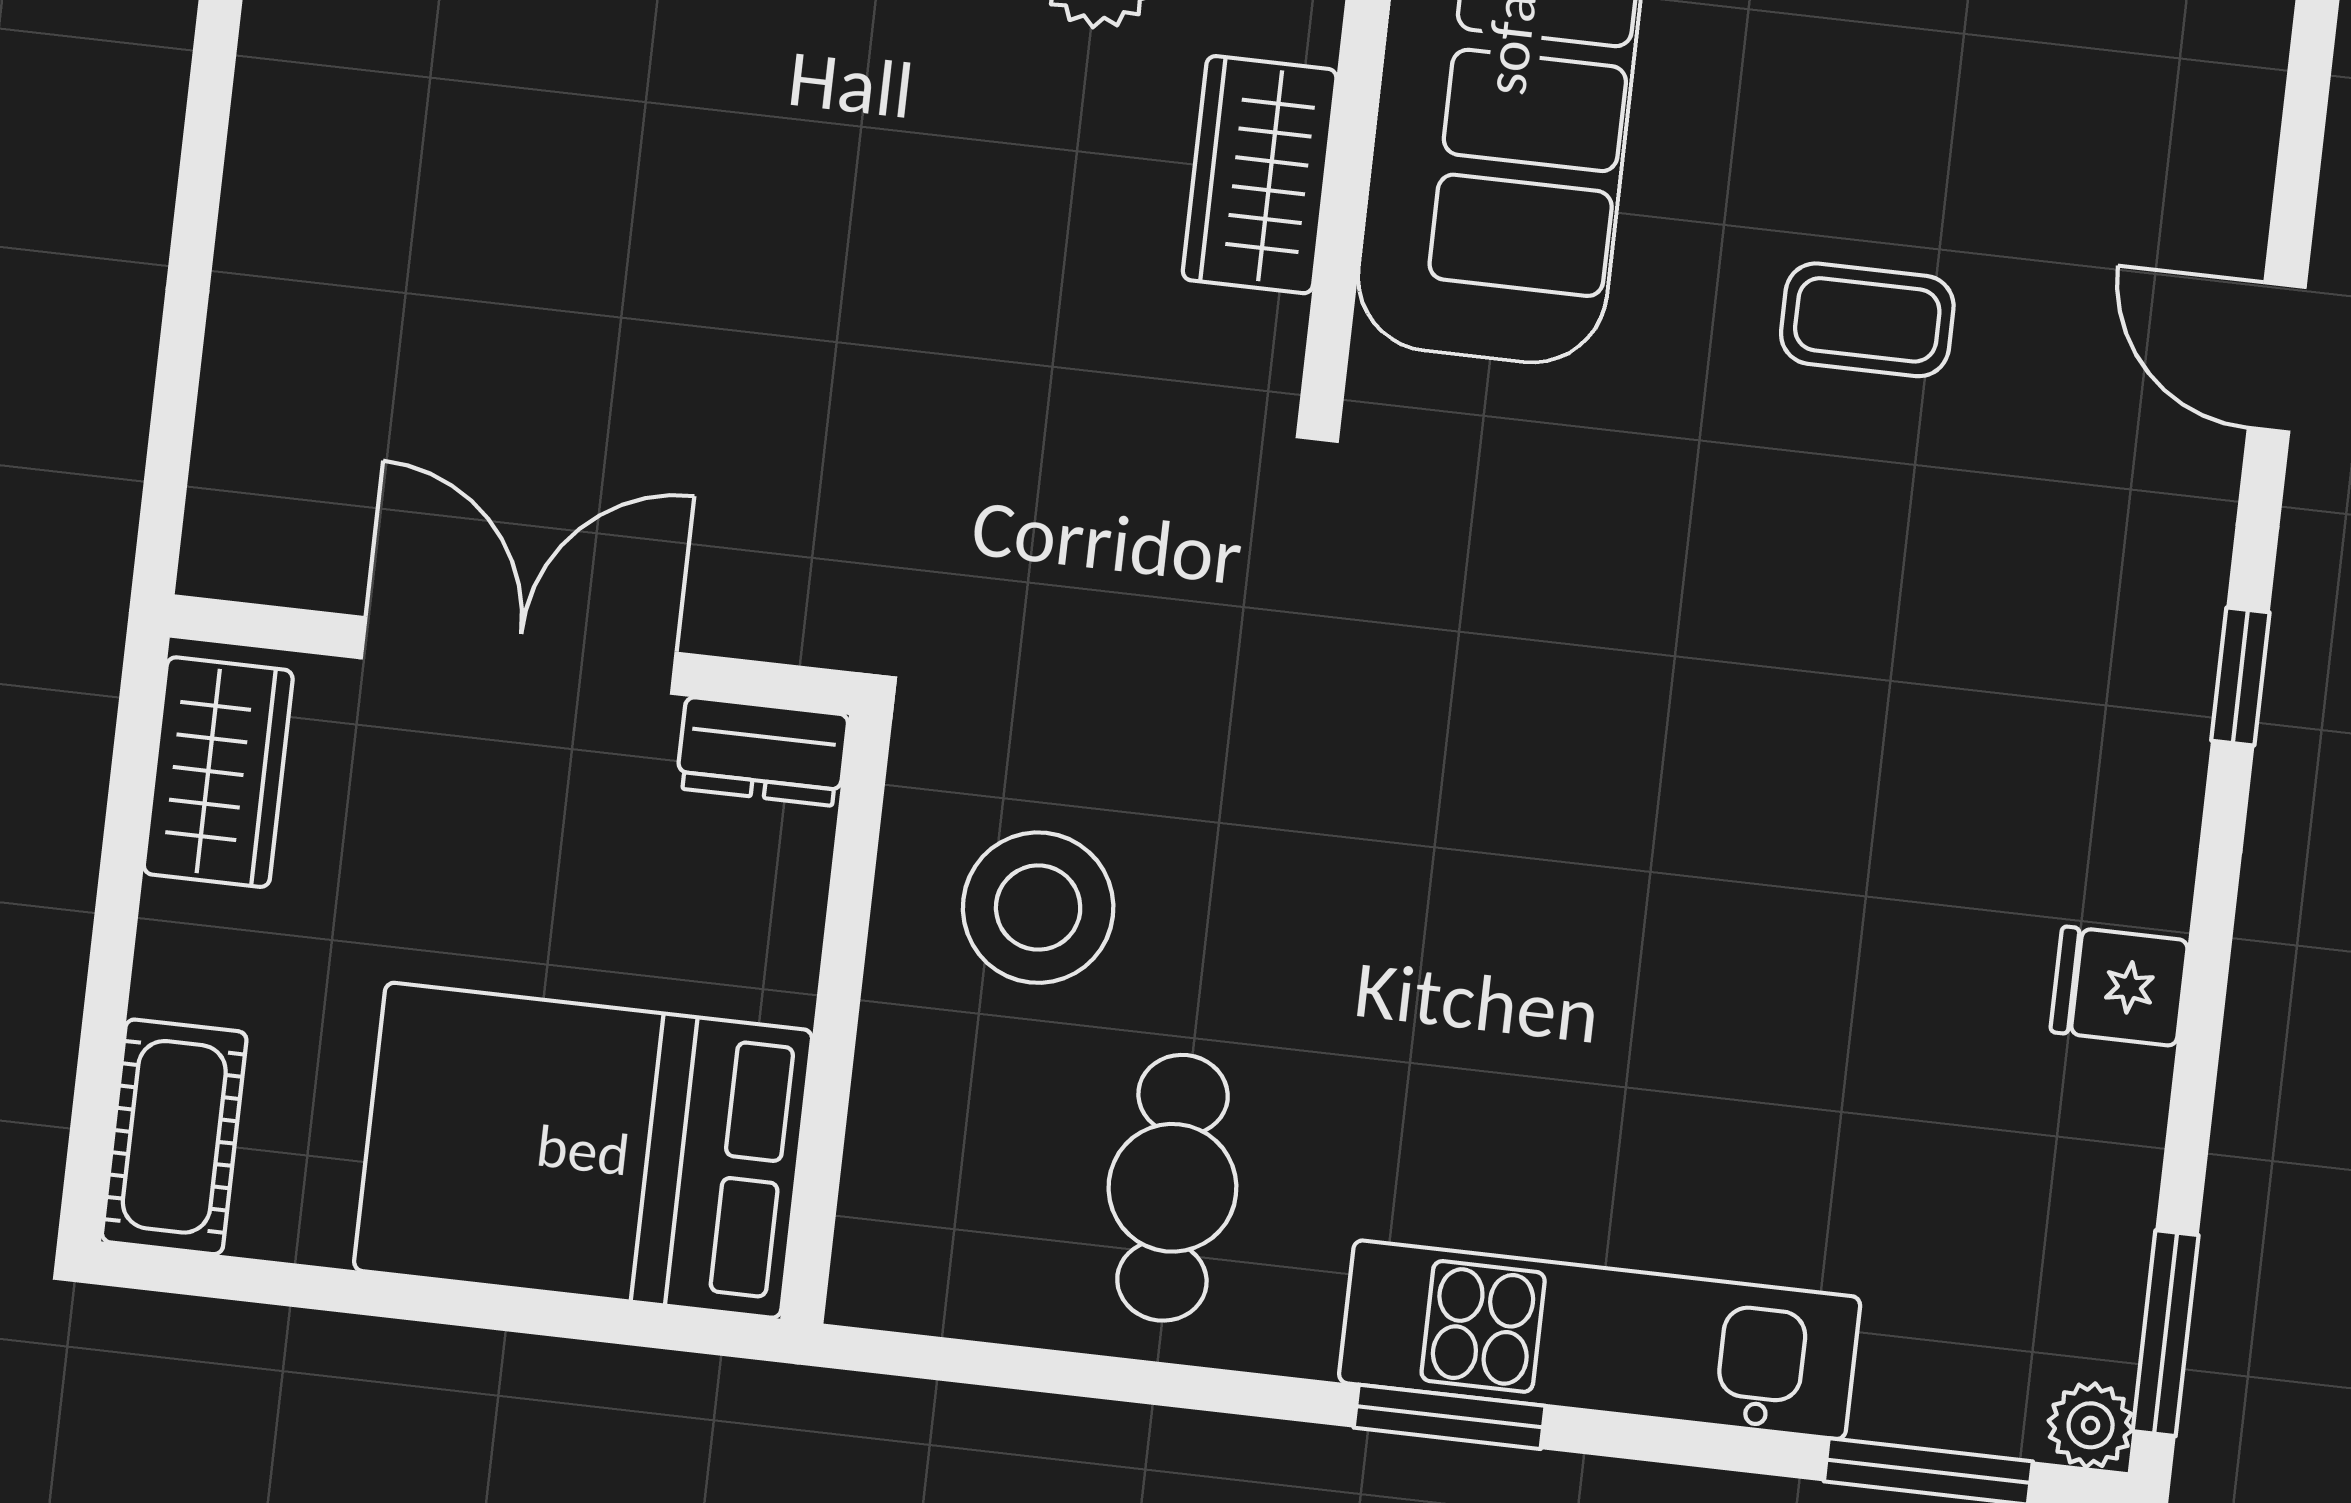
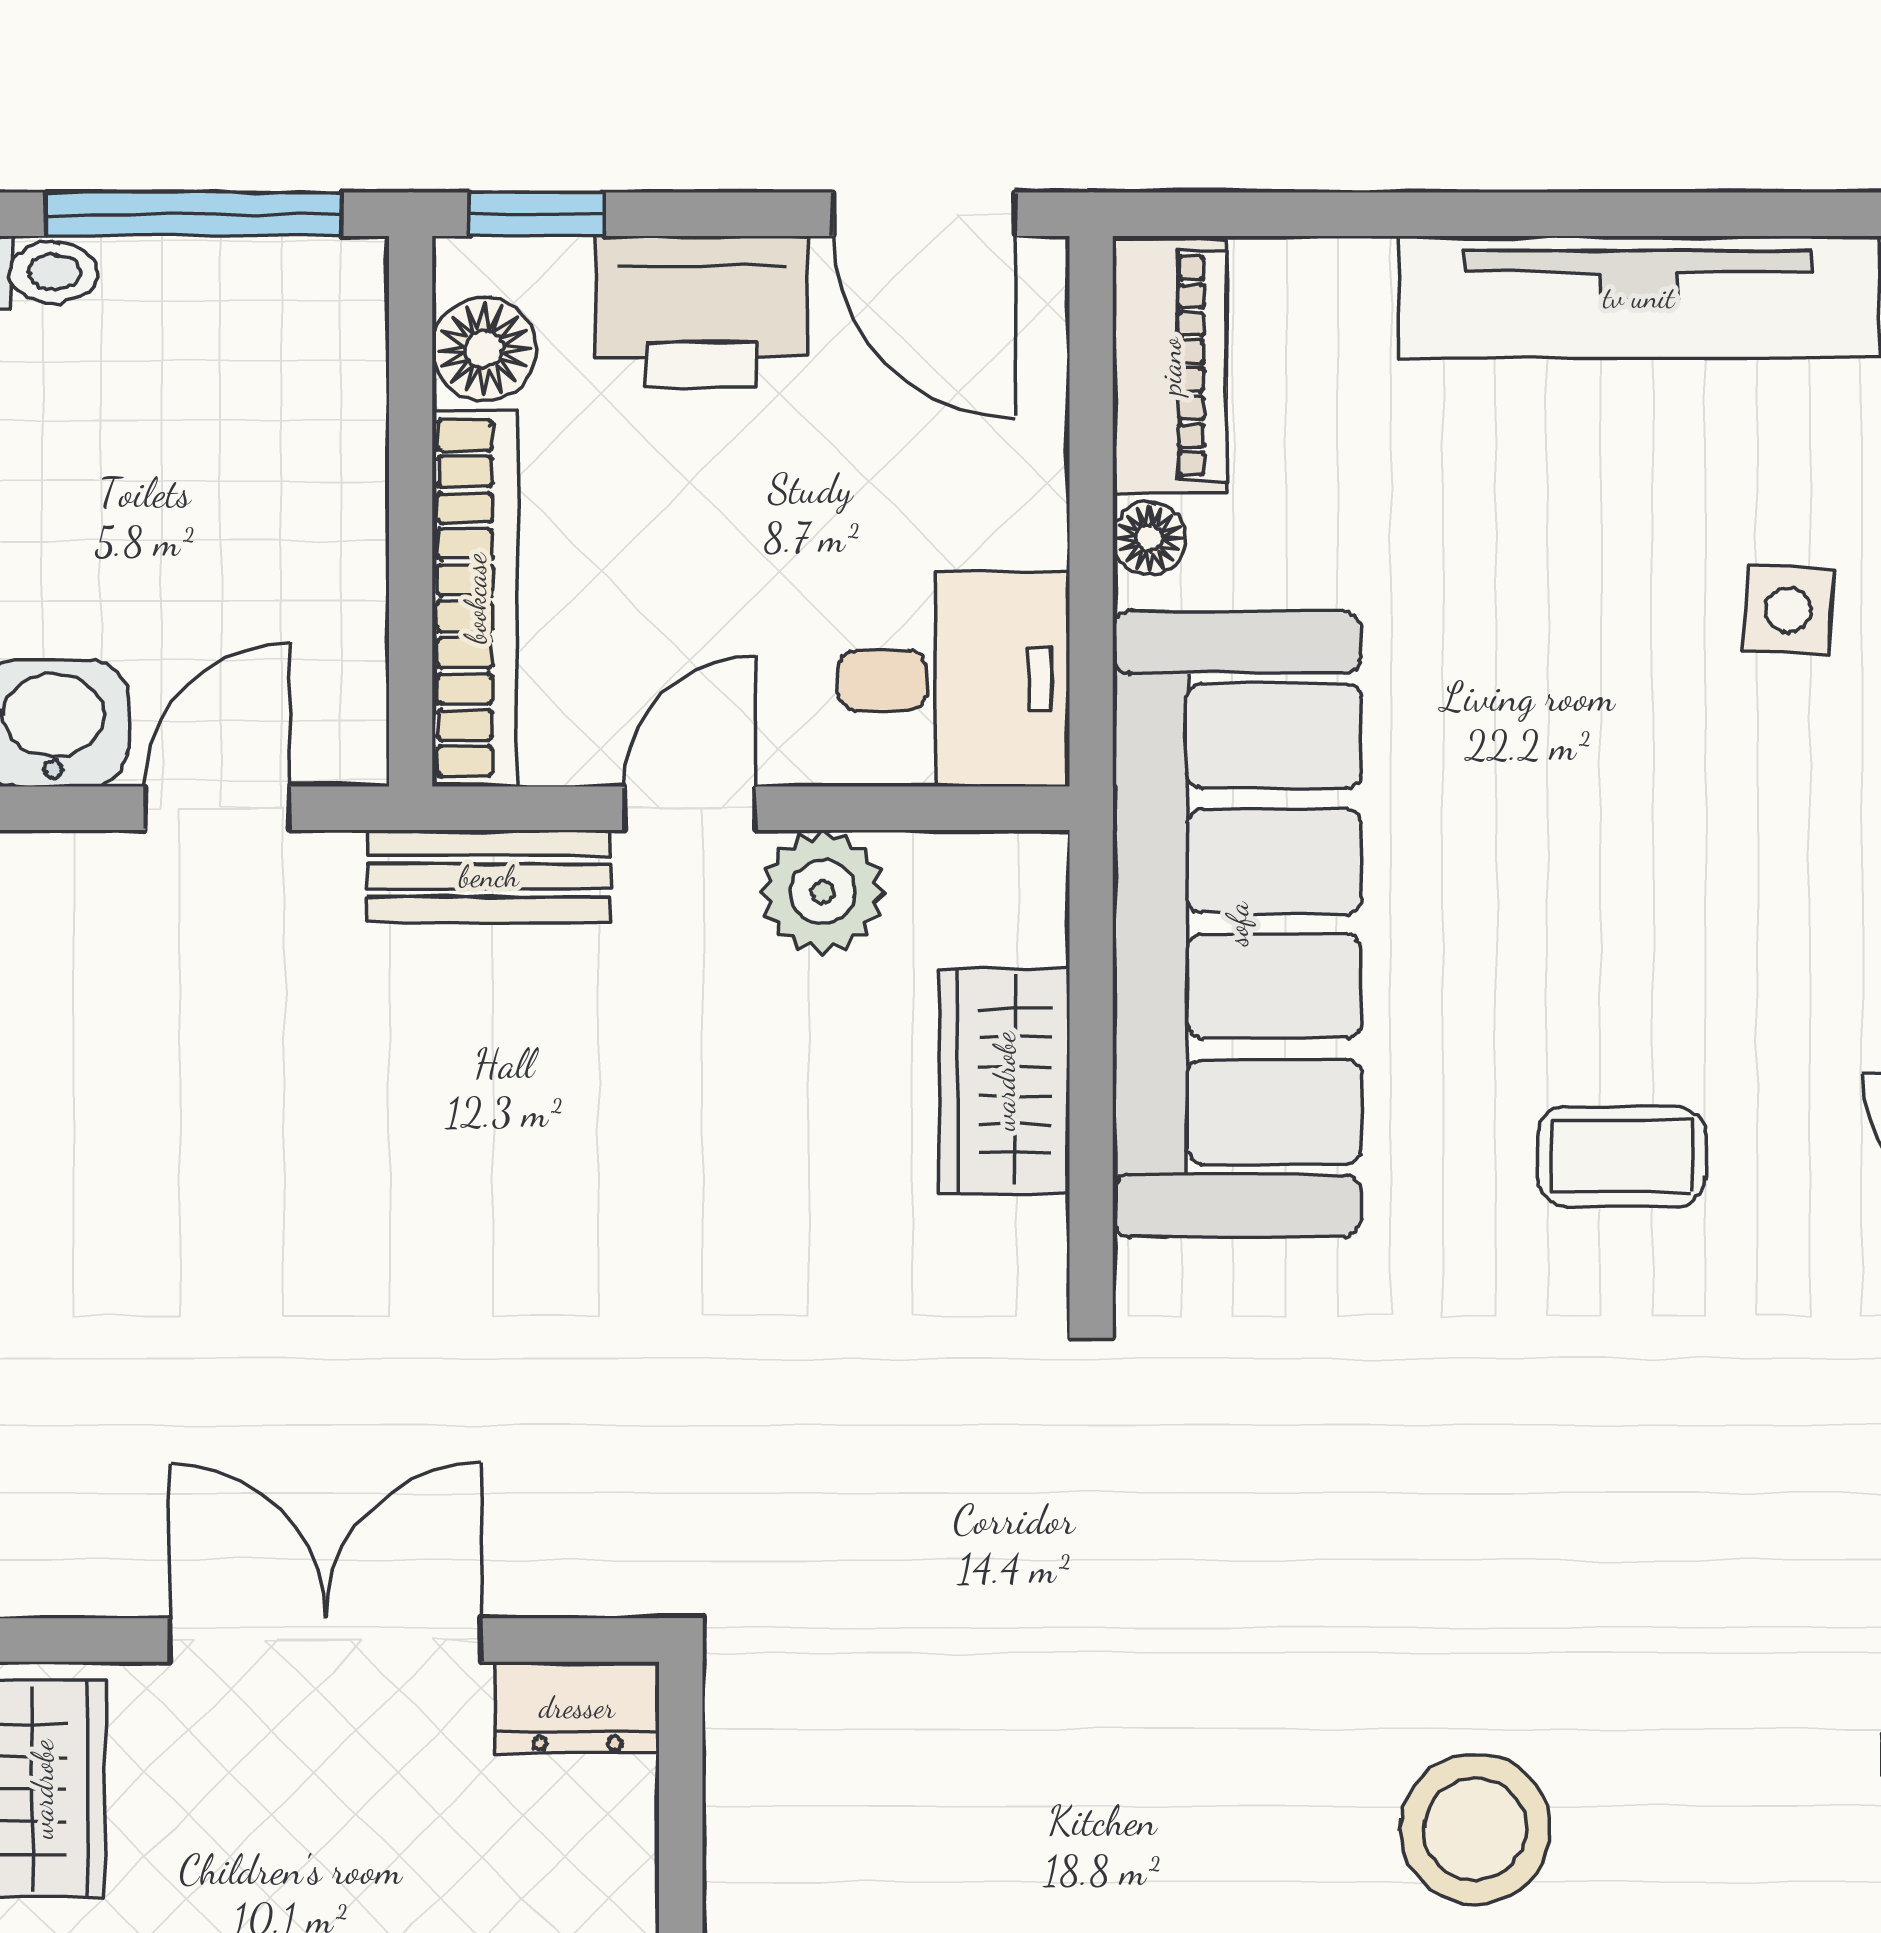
stool: (1038, 908) -> (1475, 1829), moved

